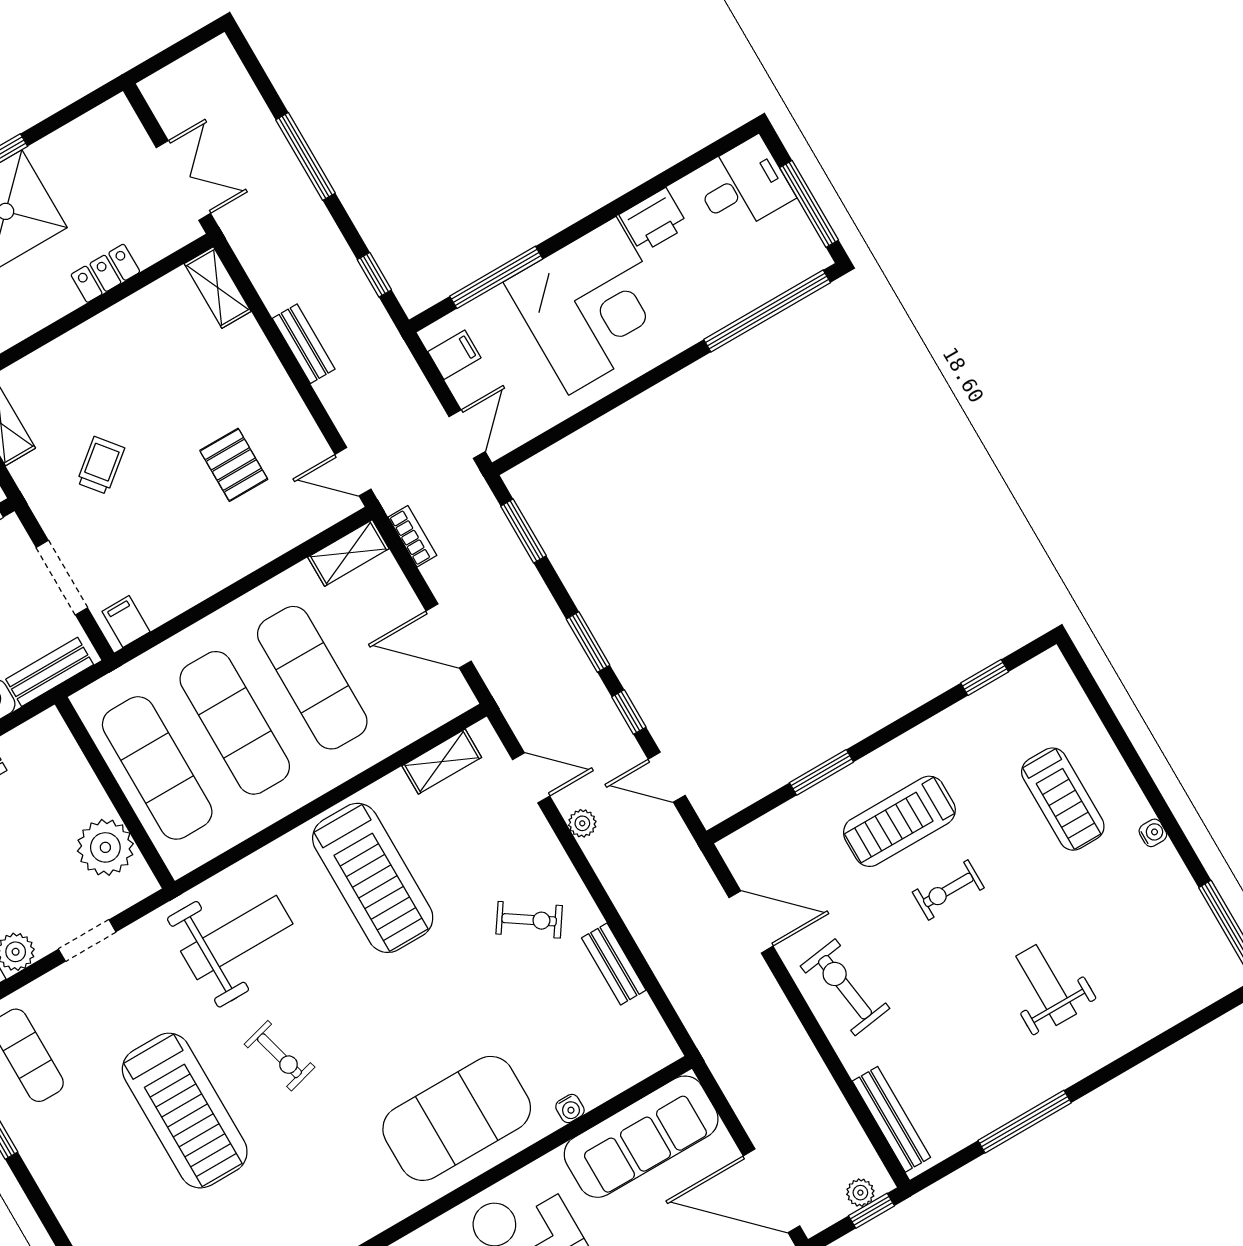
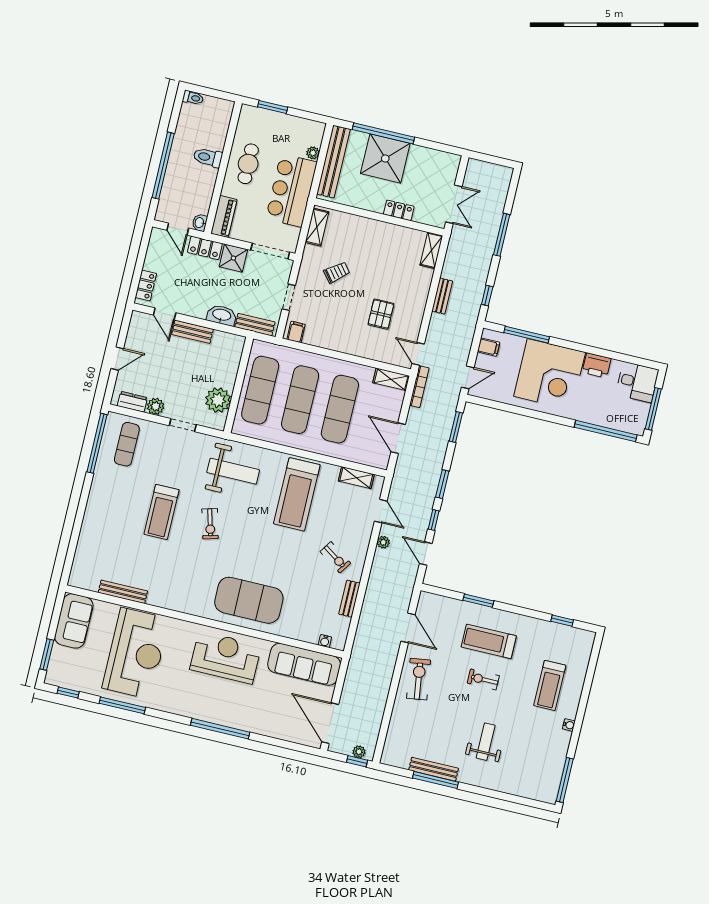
bookcase: (412, 536) -> (419, 387), width x1.56
doorway: (62, 578) -> (289, 297), width x0.73
water cooler: (570, 1108) -> (325, 641), moved
treadmill: (185, 1111) -> (161, 512), width x0.73, depth x0.73
bench: (891, 1119) -> (434, 769), moved, turned 90

